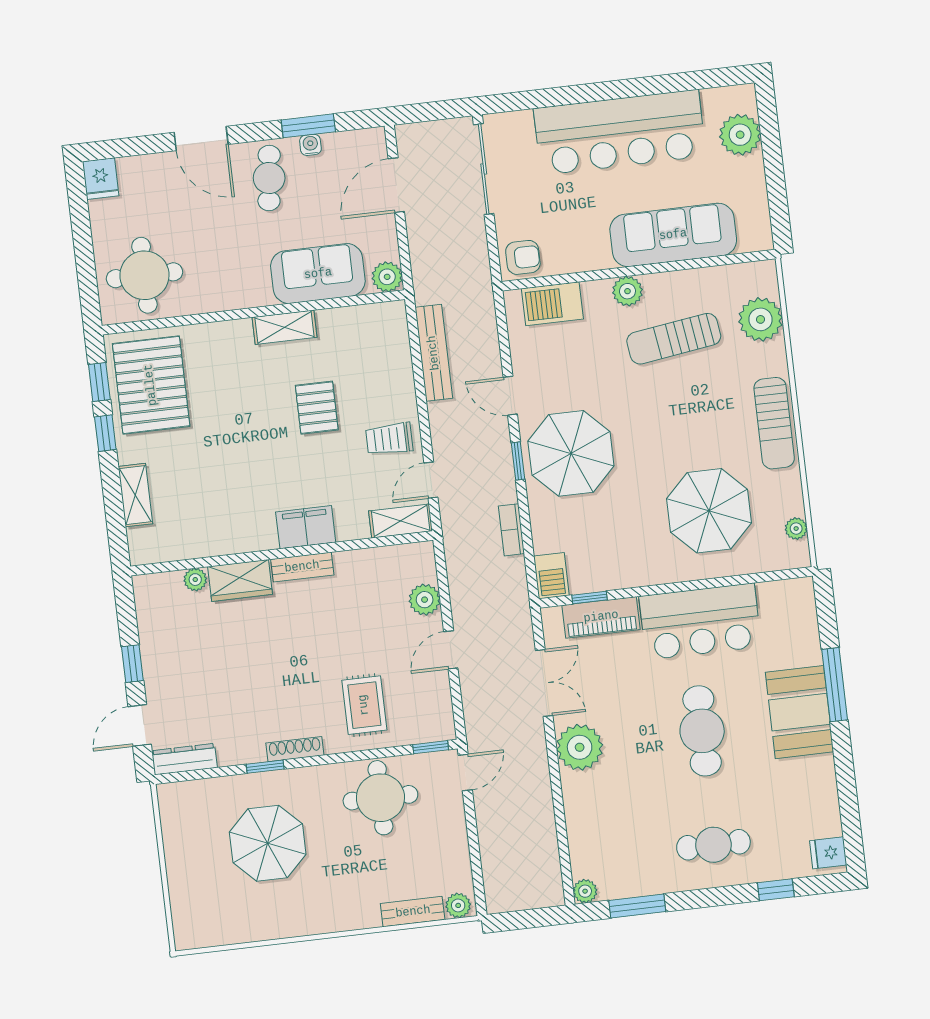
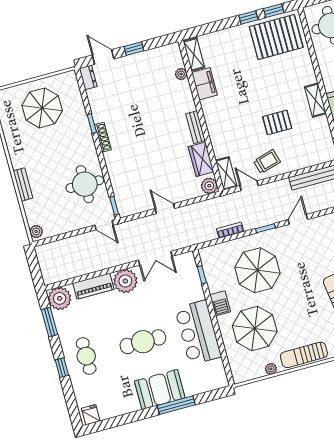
trolley: (389, 439) -> (267, 161), turned 74
parasol: (571, 453) -> (257, 270), moved
shelving: (135, 495) -> (194, 54), moved, turned 90
filing cabinet: (306, 527) -> (204, 84), moved
plant: (796, 529) -> (271, 369), moved
barbecue: (551, 576) -> (220, 303), moved, turned -90
wardrobe: (240, 580) -> (201, 159), moved
plant: (425, 600) -> (209, 186), moved
piano: (601, 617) -> (93, 286), moved, turned -90
rug: (364, 705) -> (130, 169), removed
dresser: (184, 759) -> (88, 77), width x0.70
parasol: (268, 843) -> (42, 108), moved
window: (776, 890) -> (62, 368), moved
plant: (585, 891) -> (60, 298), width x1.87, depth x1.87
bench: (413, 912) -> (23, 184), moved

